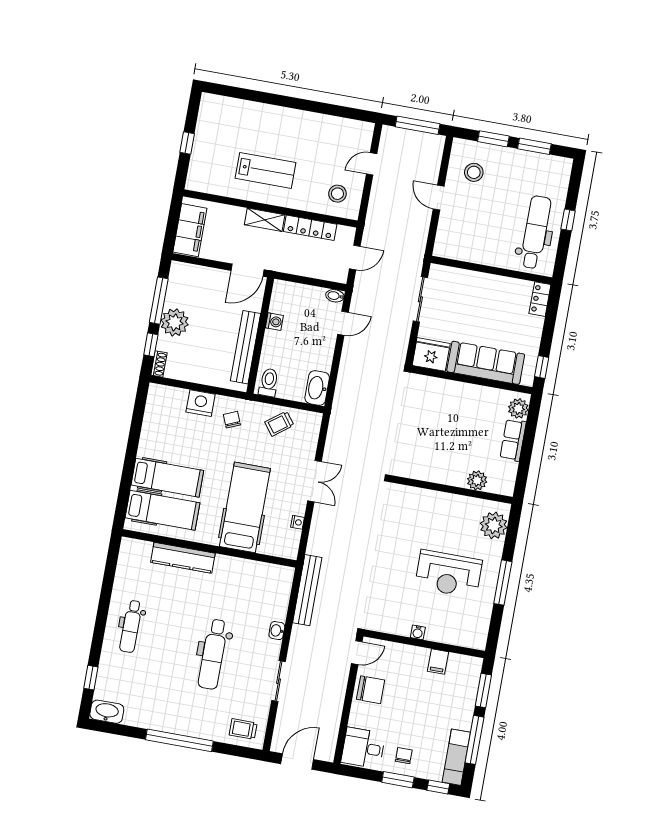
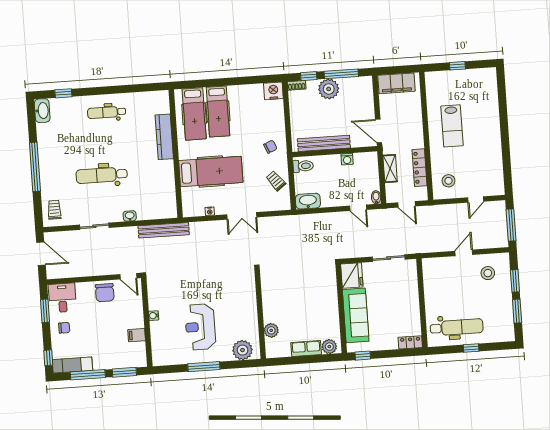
door: (372, 164) -> (476, 200), swing flipped
shelving: (265, 220) -> (390, 169), moved
nightstand: (201, 403) -> (273, 91), moved, turned -90
window: (398, 780) -> (45, 311), moved

